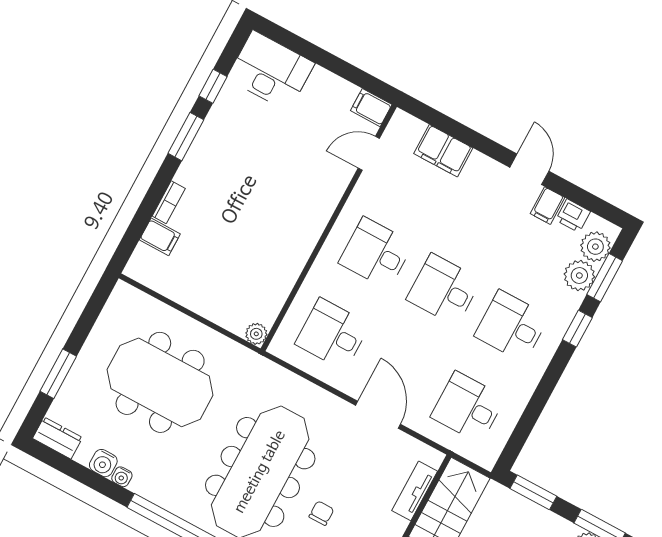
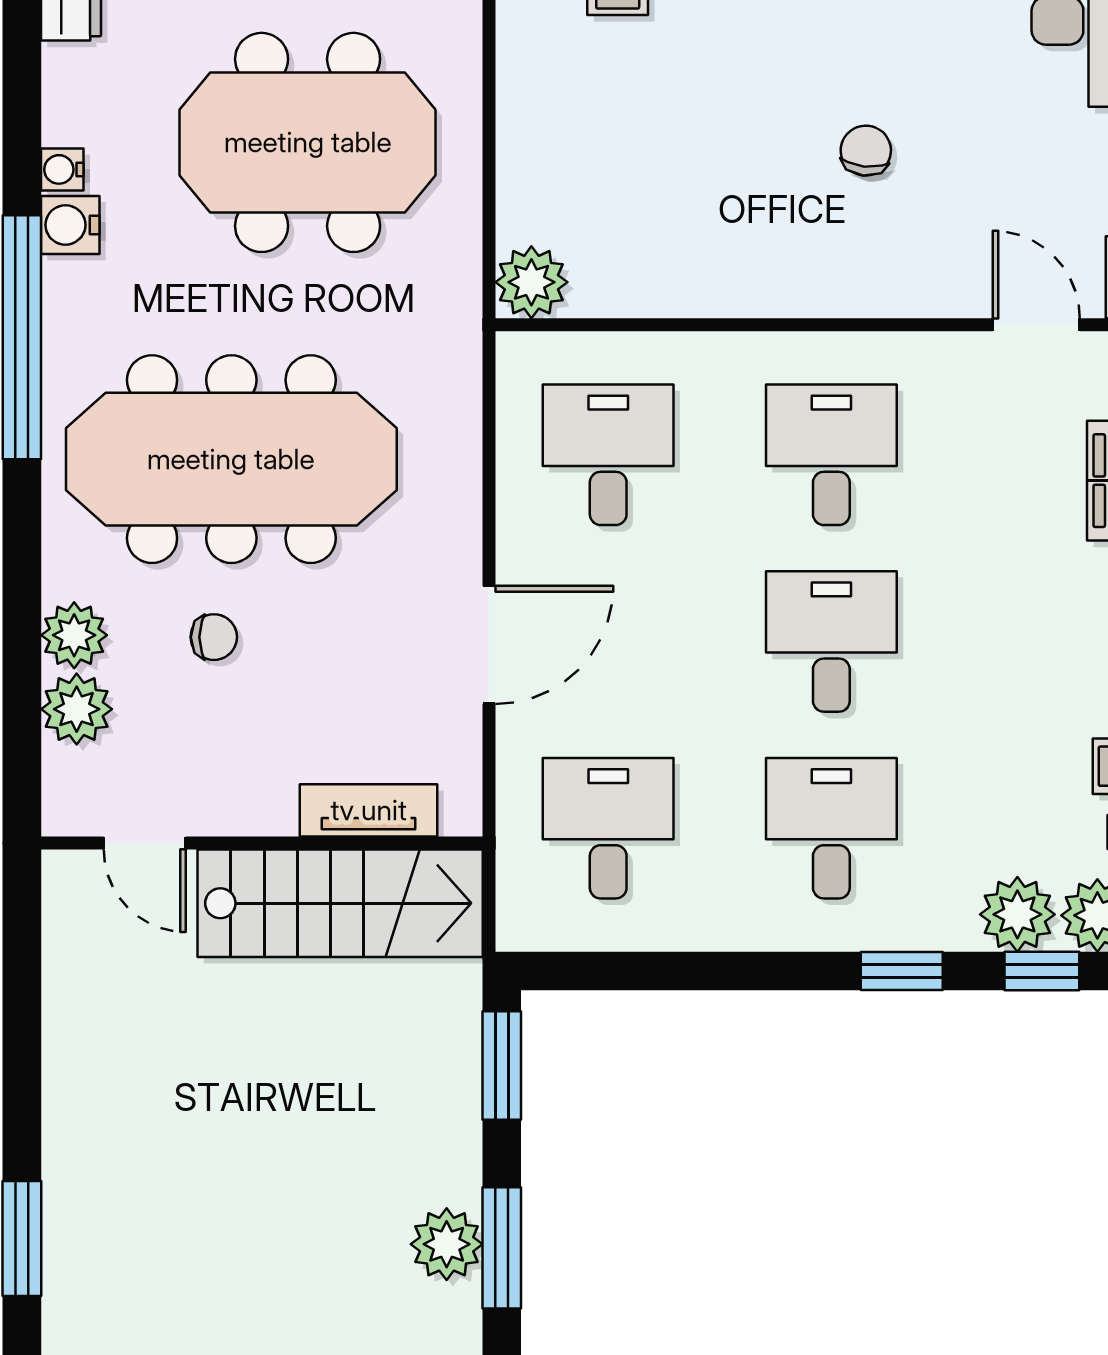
chair: (272, 181) -> (866, 151), added
window: (605, 278) -> (1042, 971), width x0.67
plant: (256, 334) -> (531, 282), width x1.38, depth x1.38
meeting table: (160, 382) -> (308, 142), turned 90
water cooler: (103, 463) -> (70, 225), moved

